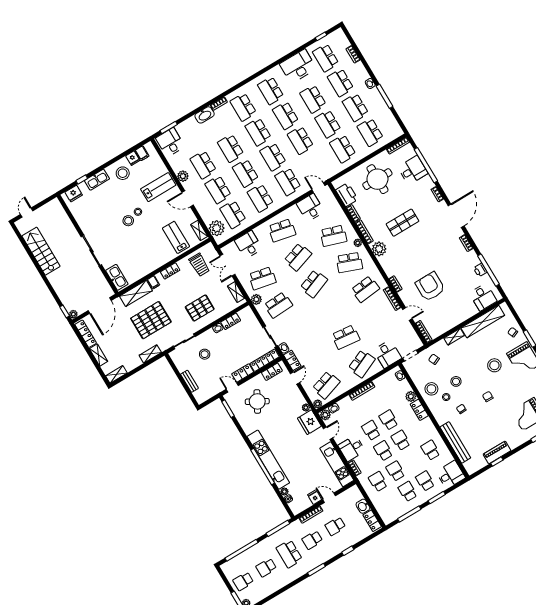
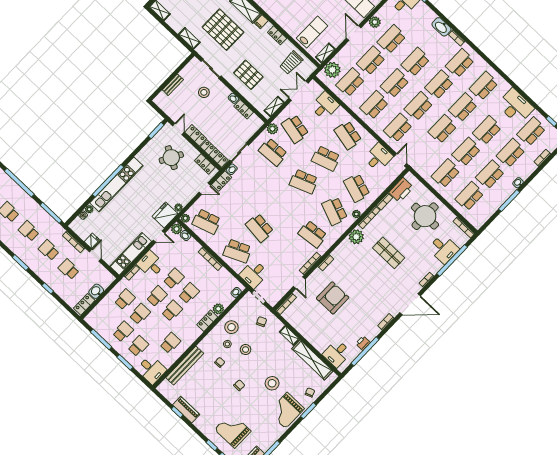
school desk: (289, 554) -> (29, 231), width x0.54

